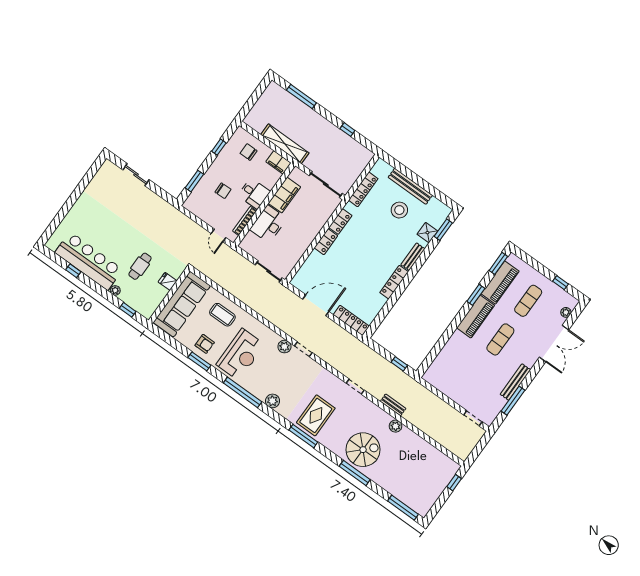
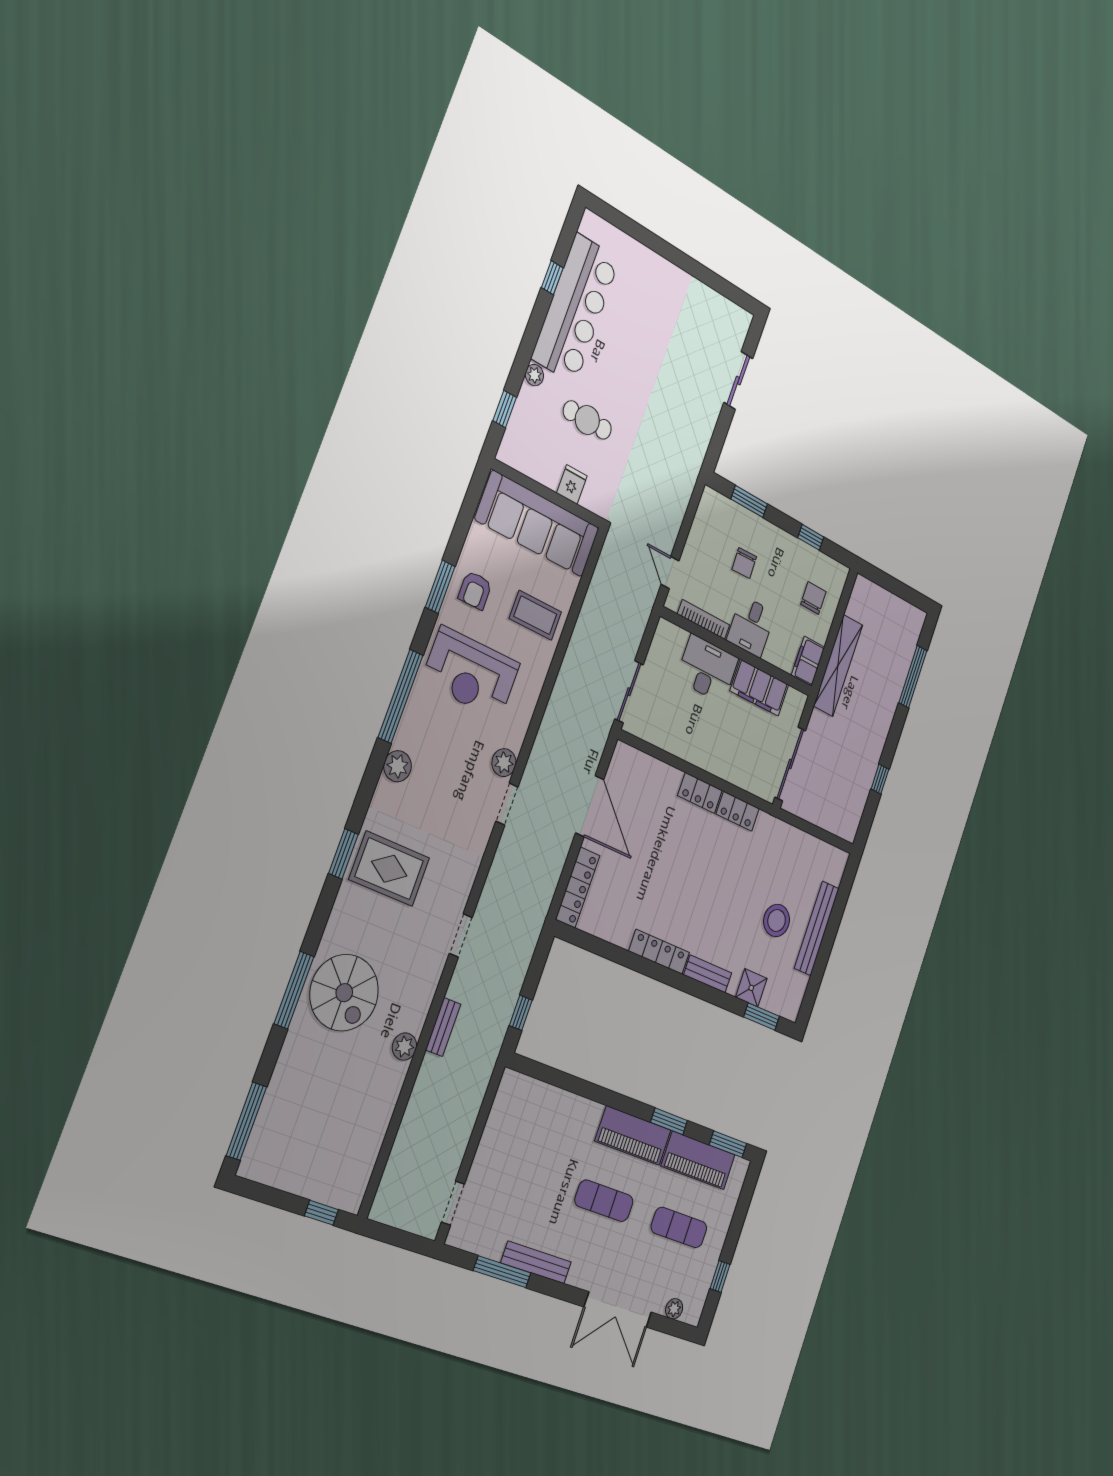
locker: (363, 189) -> (796, 839), removed
door: (219, 235) -> (670, 573), hinge flipped
coffee table: (222, 315) -> (535, 615), turned 90
window: (303, 436) -> (343, 854), width x0.69

